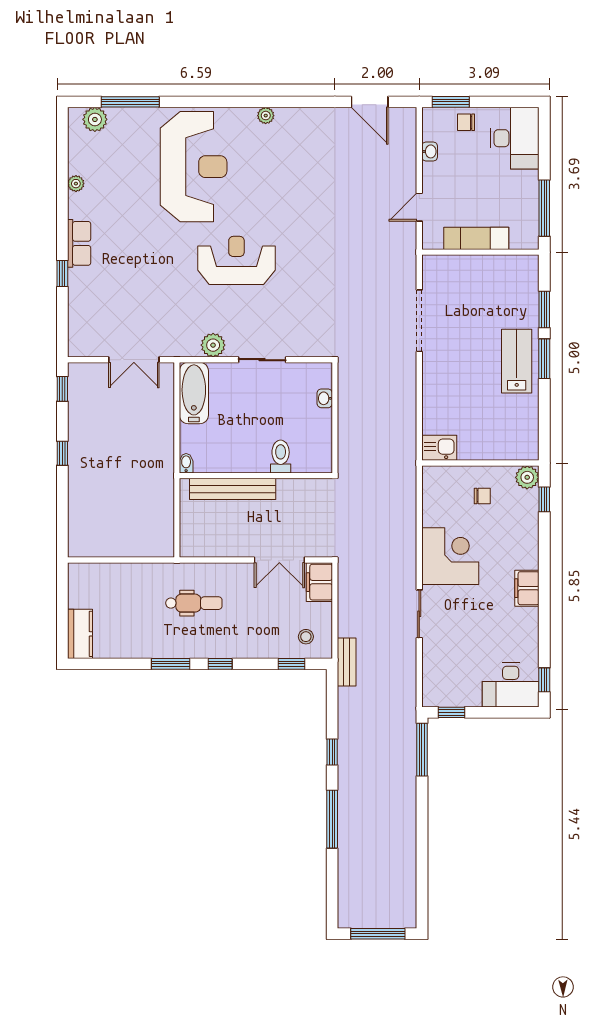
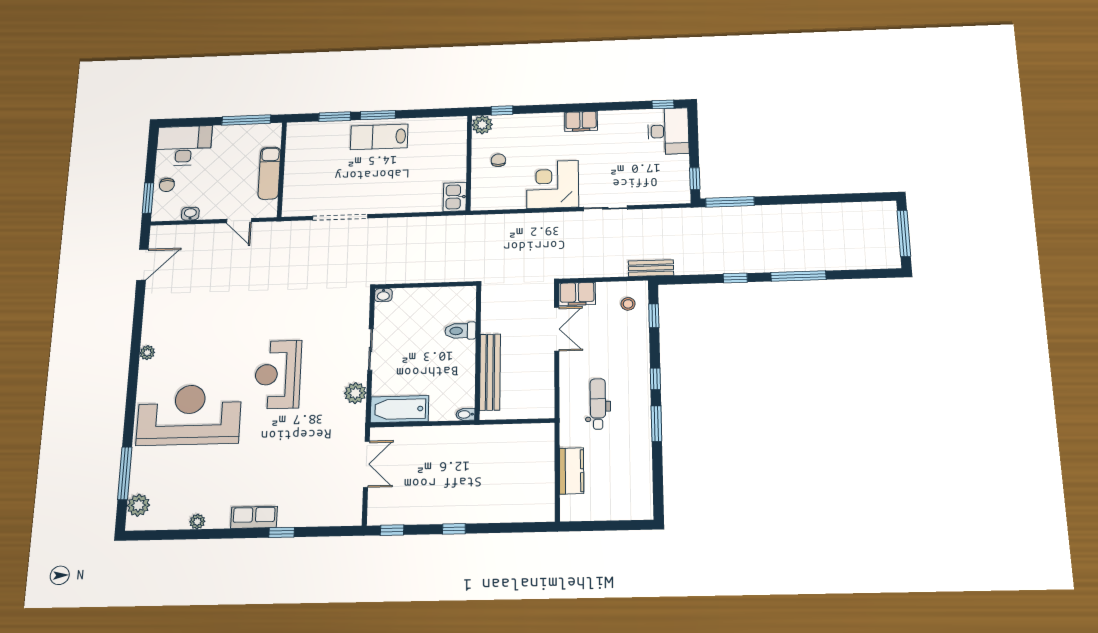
washbasin: (325, 398) -> (383, 295), moved
kitchen counter: (80, 634) -> (572, 471), moved, turned 90

